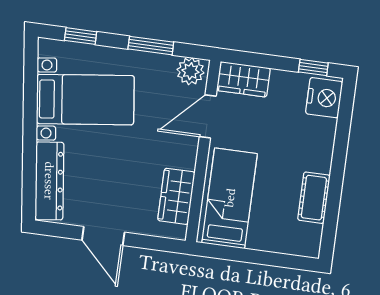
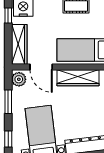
wardrobe: (243, 79) -> (19, 44), width x1.50
wardrobe: (176, 196) -> (78, 78), width x1.50

